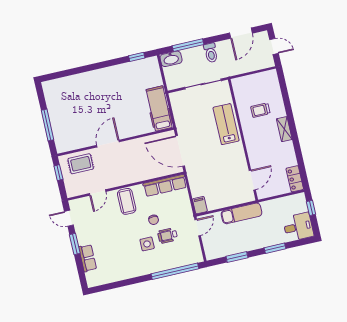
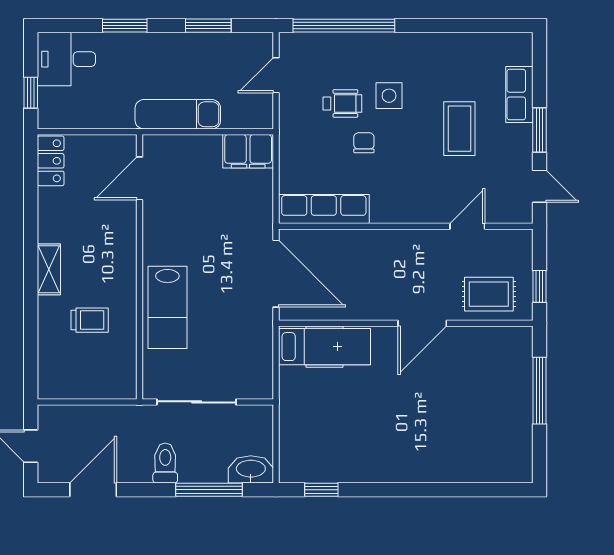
hospital bed: (159, 108) -> (325, 347), moved, turned -90
coffee table: (127, 201) -> (459, 129), moved
filing cabinet: (200, 205) -> (248, 151), width x2.00
door: (198, 228) -> (276, 75), moved

